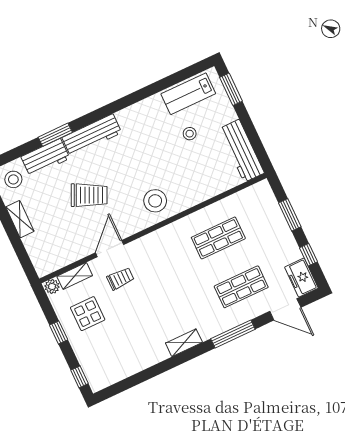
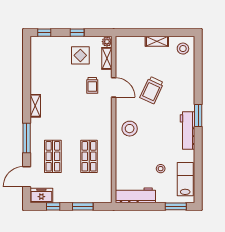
window: (55, 135) -> (198, 116), moved
workbench: (92, 135) -> (188, 130), moved
workbench: (45, 158) -> (187, 74), removed

